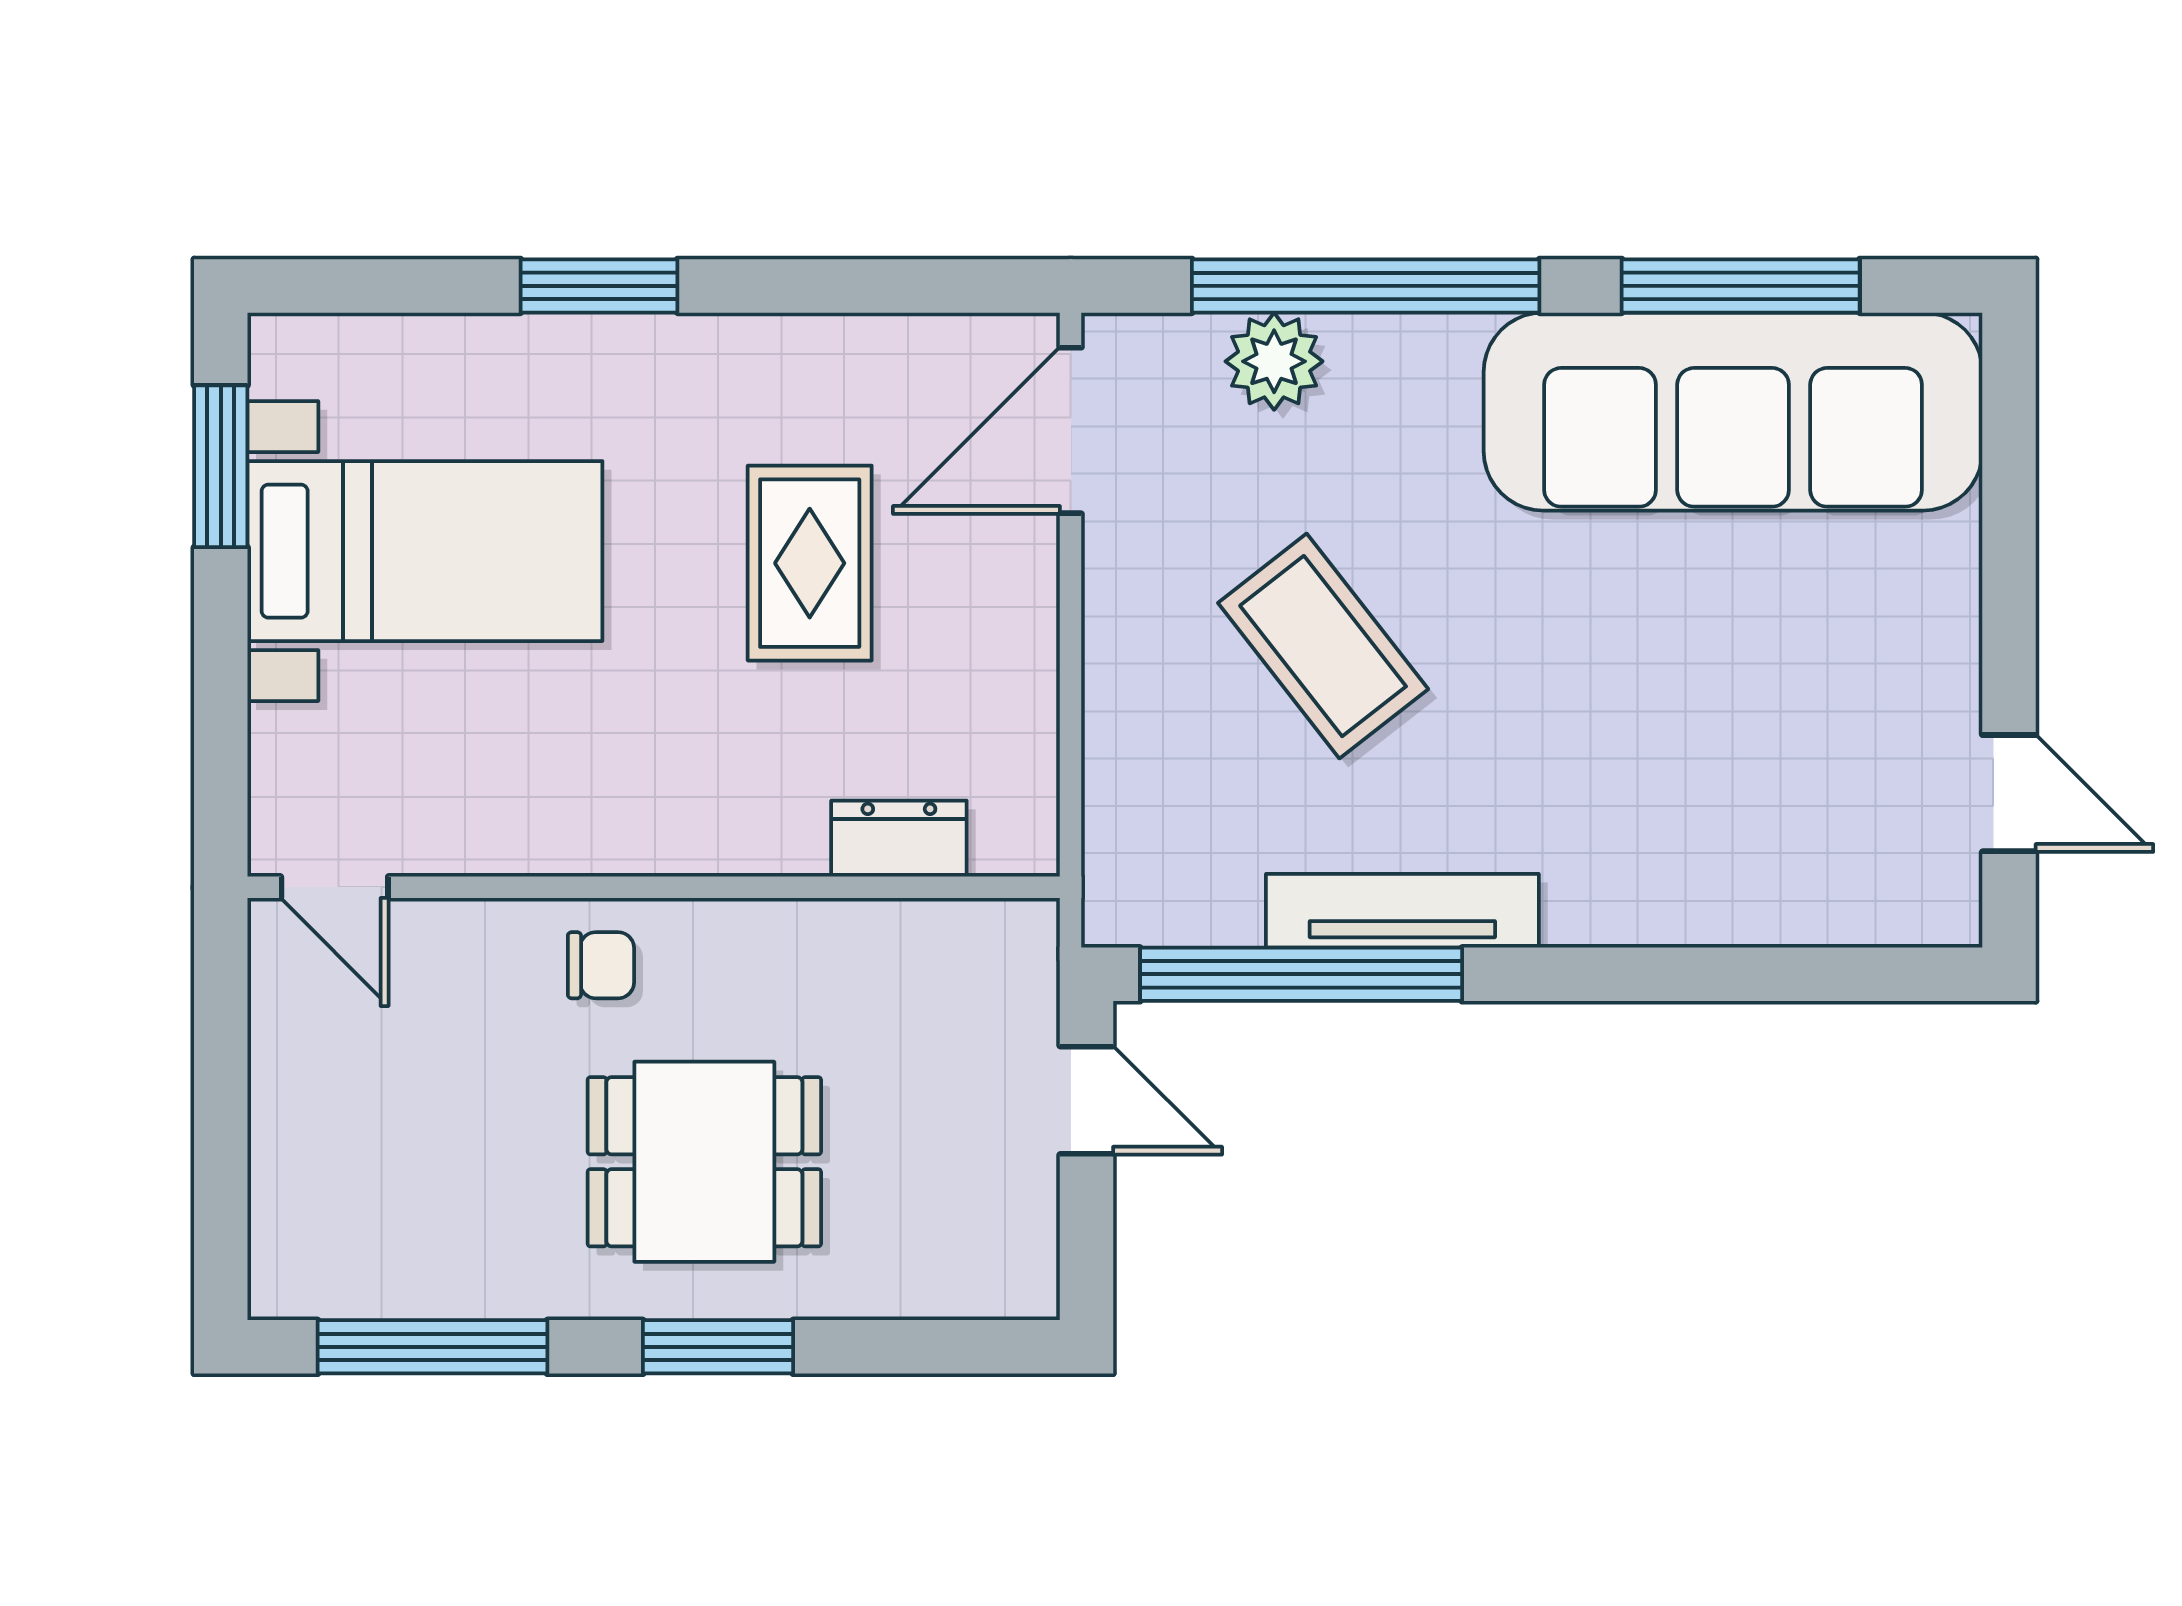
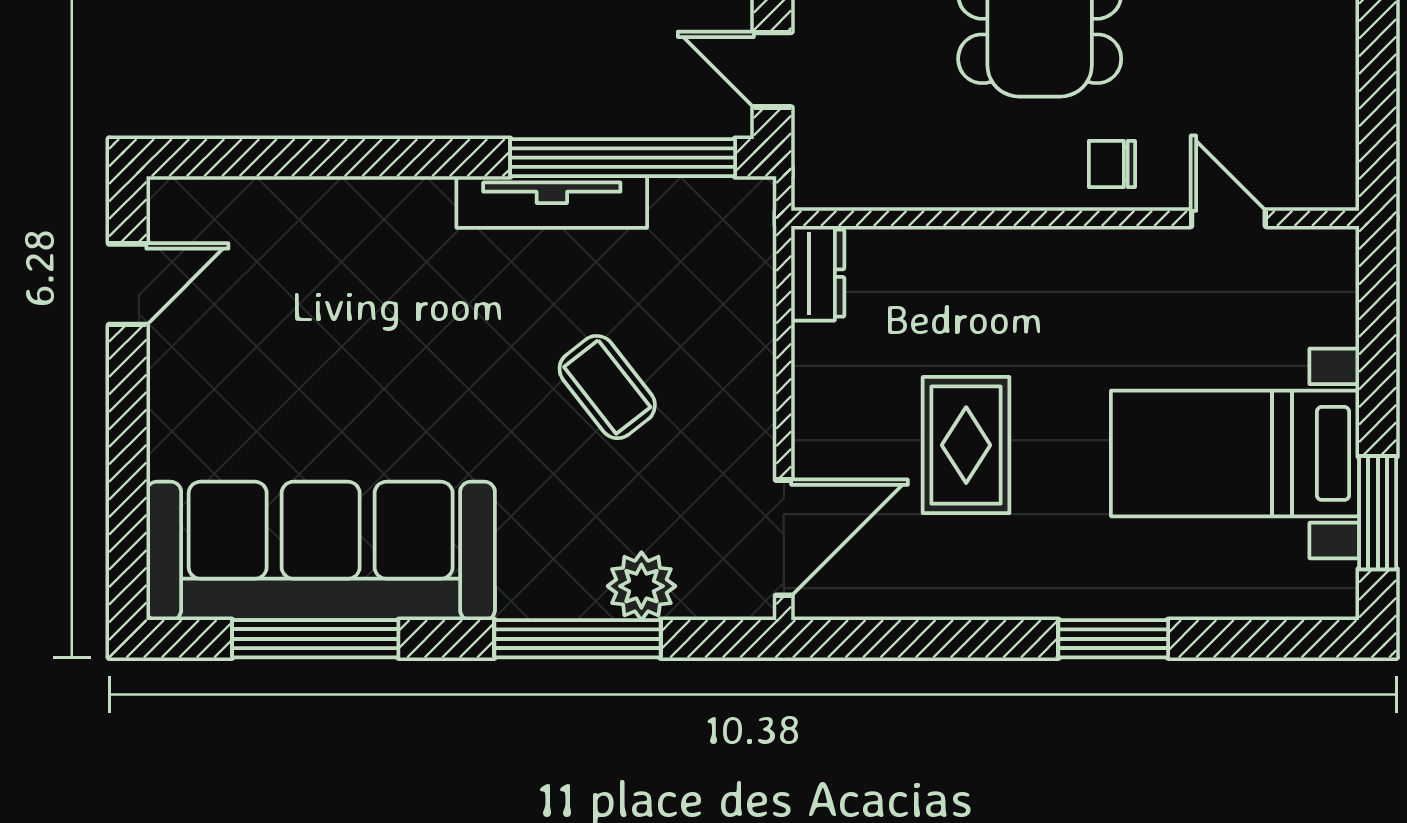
window: (1366, 286) -> (577, 639), width x0.68
coffee table: (1323, 646) -> (607, 387), width x0.73, depth x0.77
door: (2009, 793) -> (128, 284), swing flipped
dresser: (899, 839) -> (818, 273), moved, turned -90
door: (335, 887) -> (1228, 218), moved

